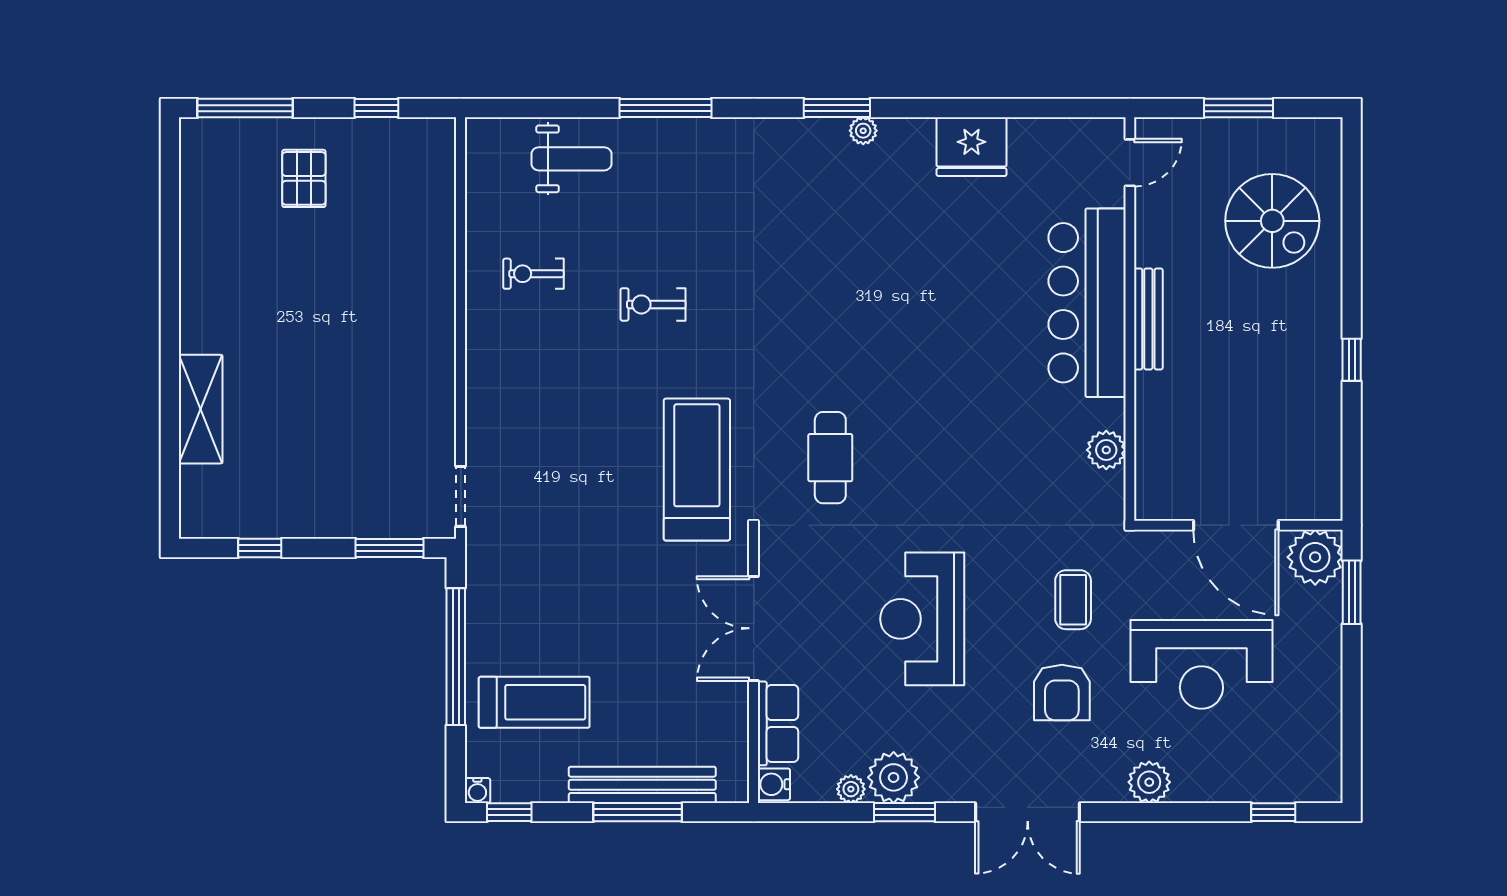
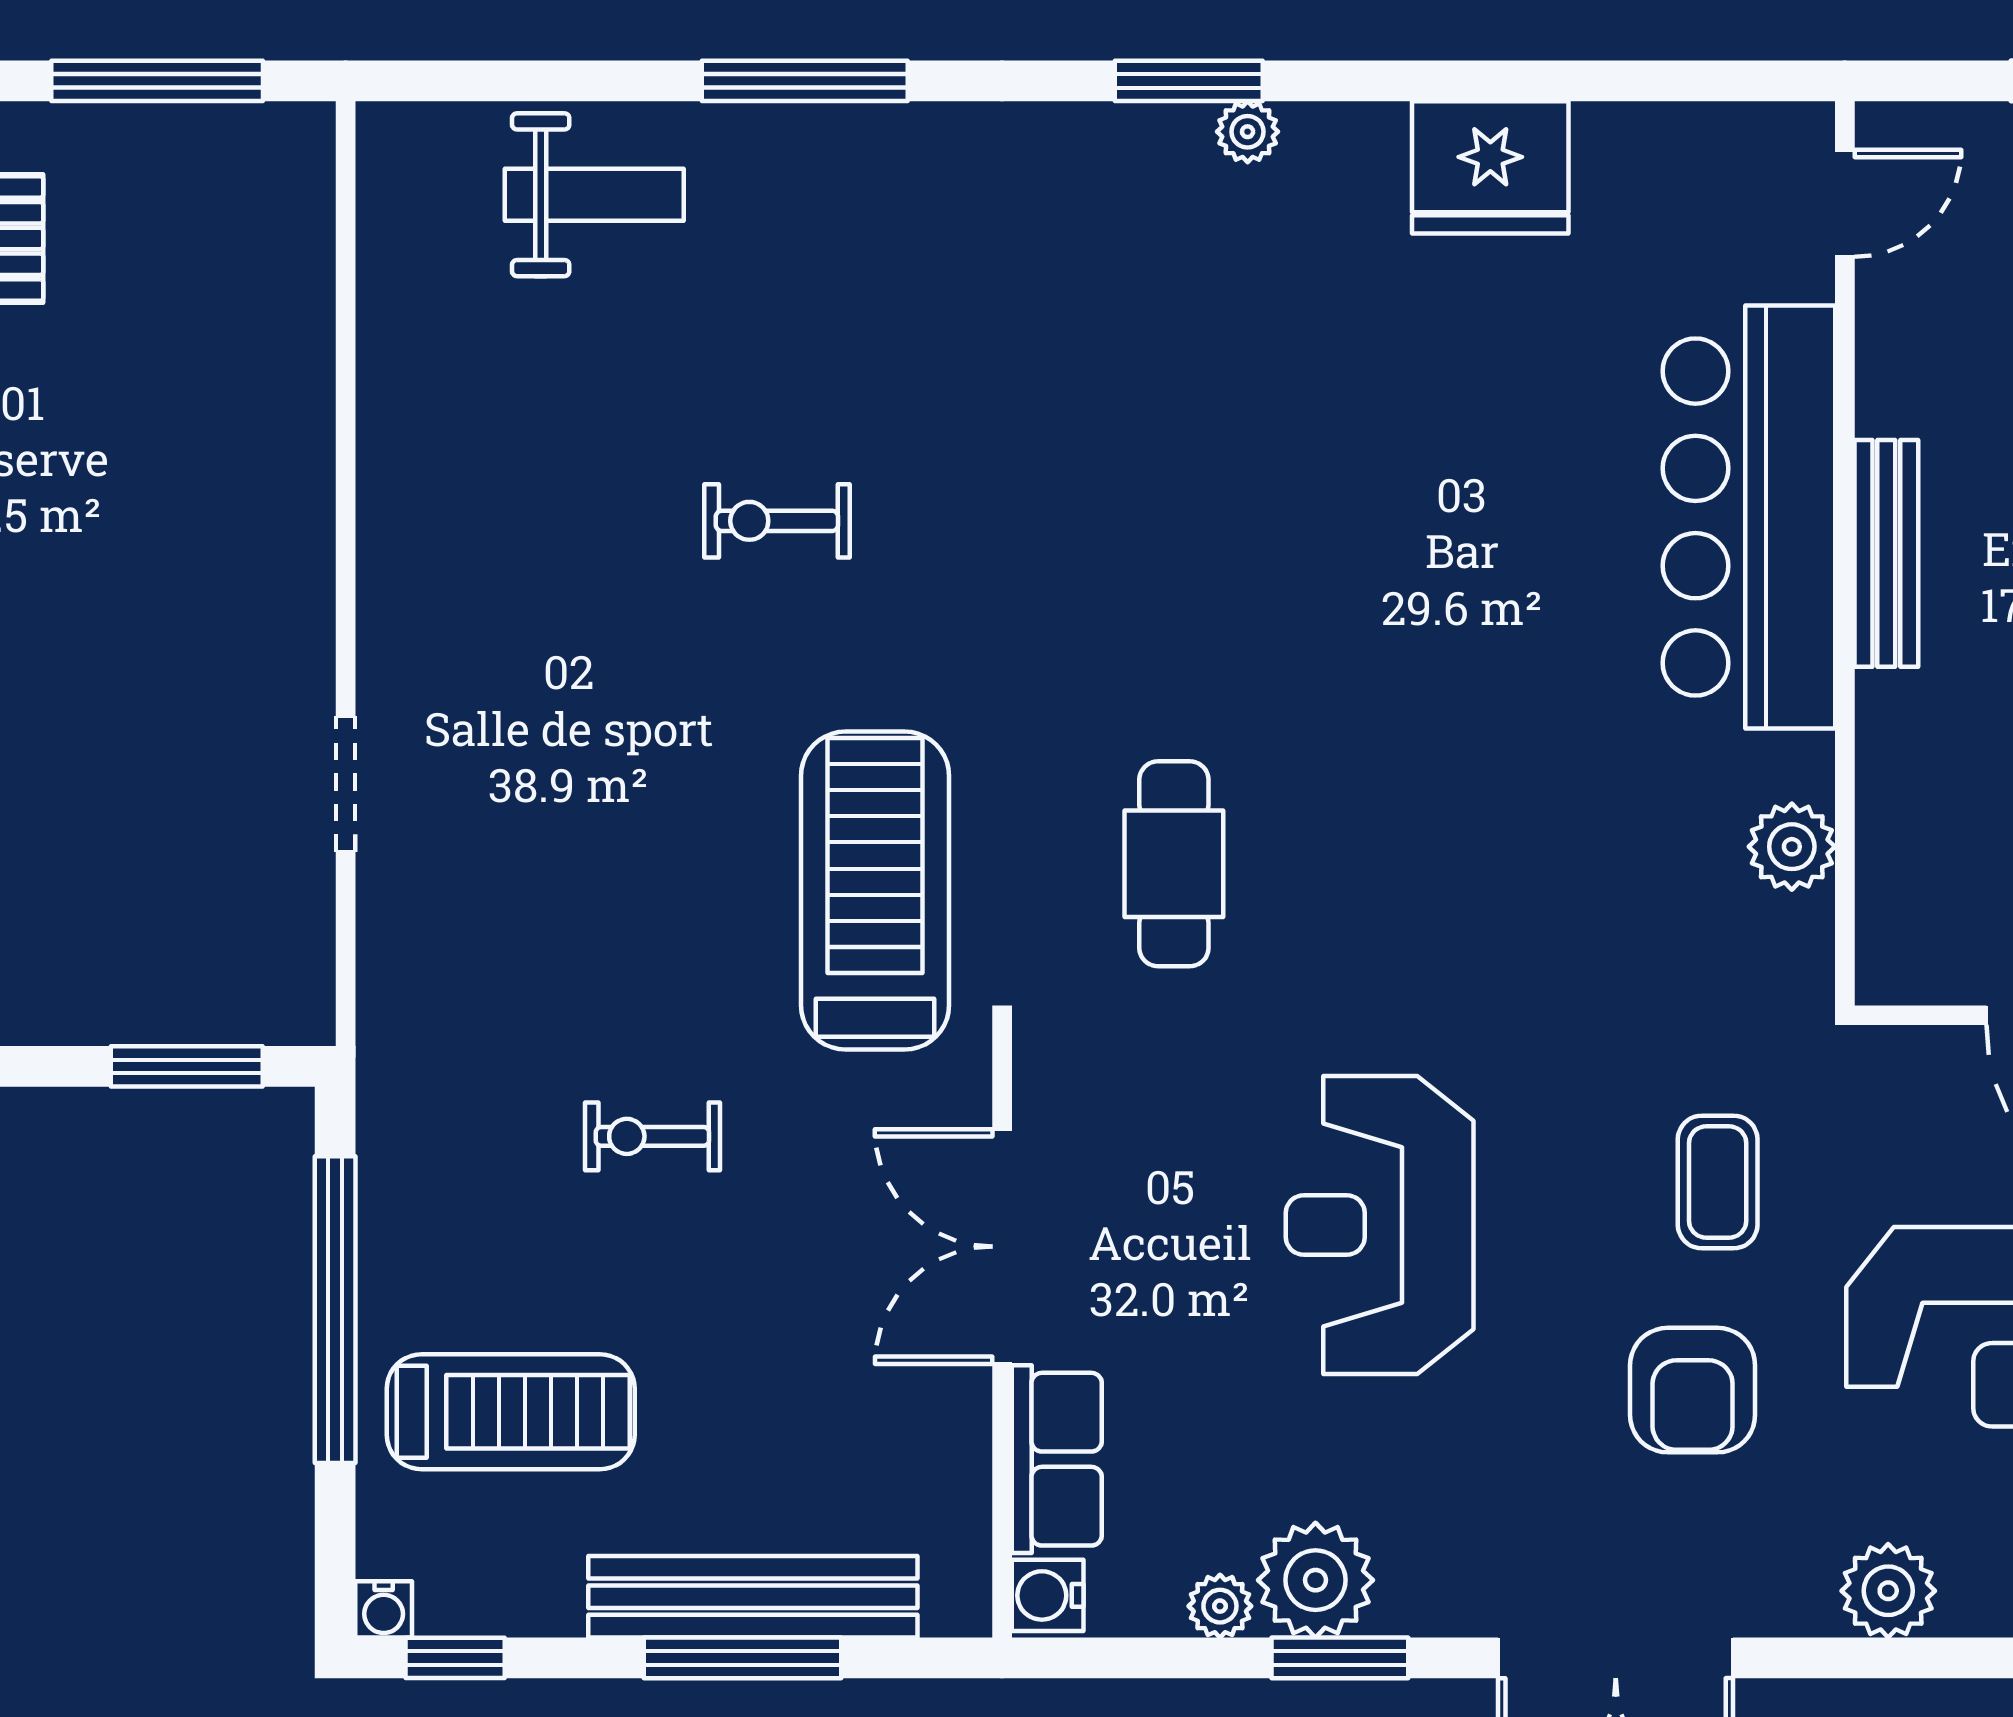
window: (376, 108) -> (157, 81), width x2.17
exercise bike: (533, 274) -> (652, 1136), moved
doorway: (460, 496) -> (346, 784), moved

